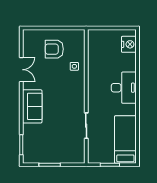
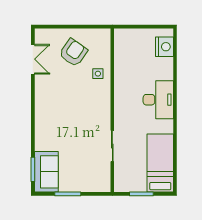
armchair: (54, 49) -> (73, 53), turned 125
double door: (21, 70) -> (33, 59), moved
sofa: (32, 106) -> (46, 172), moved

